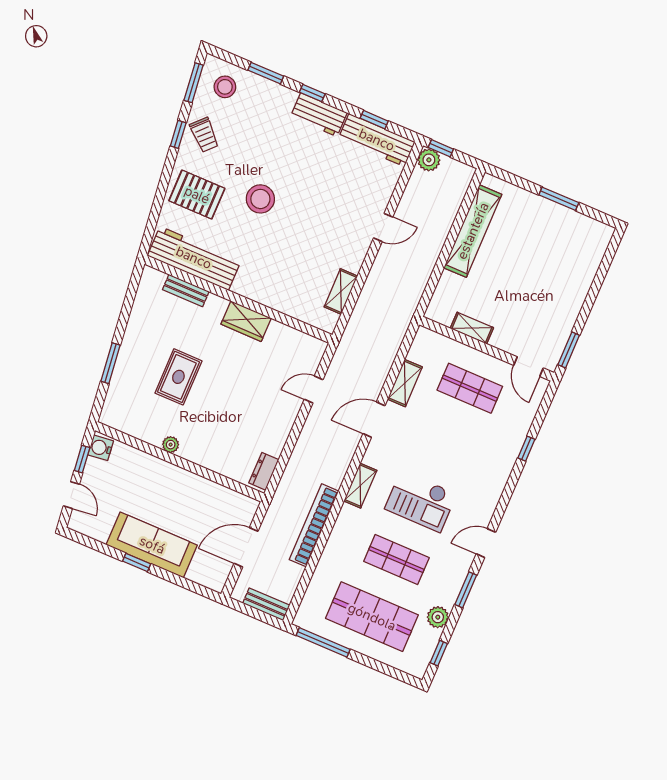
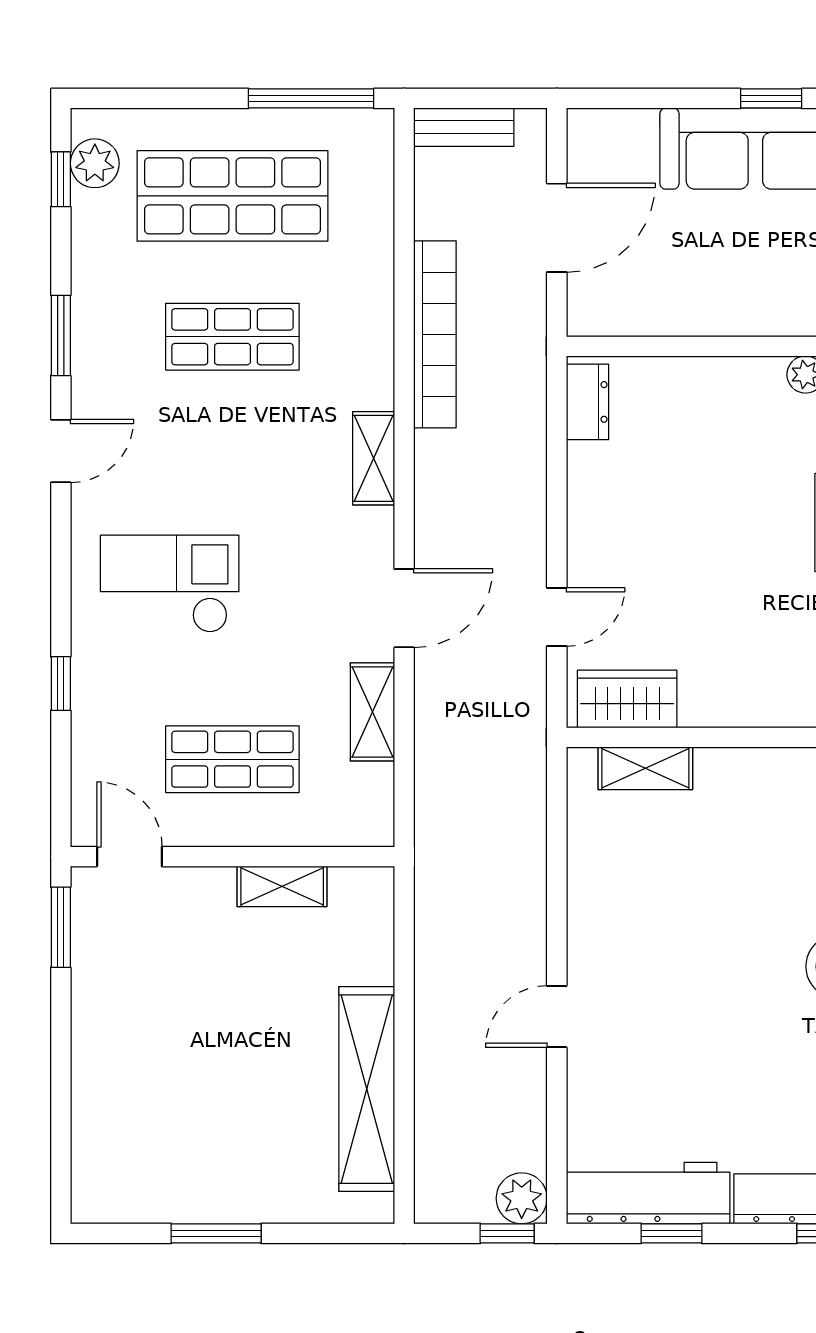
shelving: (341, 292) -> (645, 768), moved, turned 90
wardrobe: (246, 321) -> (627, 699), moved
checkout: (421, 501) -> (170, 584), moved
plant: (438, 617) -> (95, 163), moved

